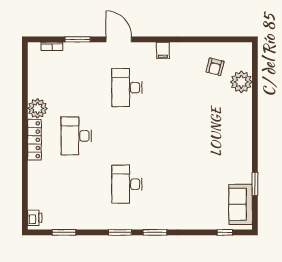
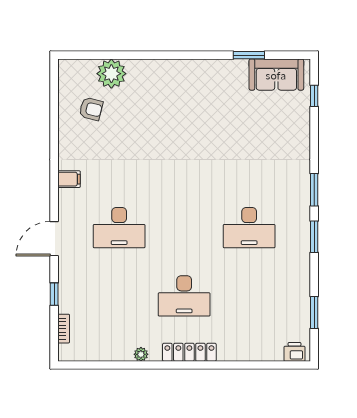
window: (78, 39) -> (54, 294), width x0.67
plant: (37, 108) -> (141, 354), width x0.53, depth x0.53

